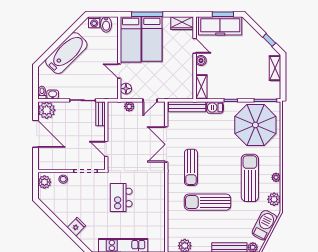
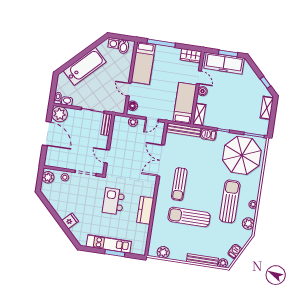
bed: (152, 39) -> (185, 103), moved, turned 180
kitchen counter: (158, 202) -> (145, 210), added
barbecue: (264, 225) -> (235, 251), width x0.53, depth x0.65

